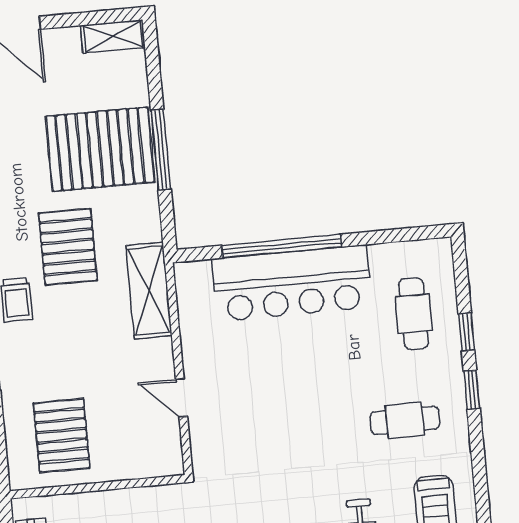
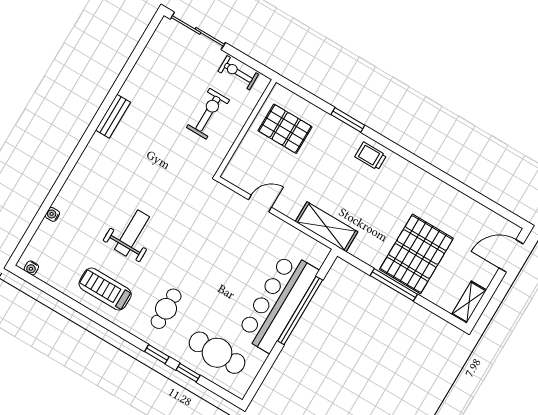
pallet: (68, 247) -> (379, 202), removed
cafe table: (414, 314) -> (217, 353), width x1.37, depth x1.35

